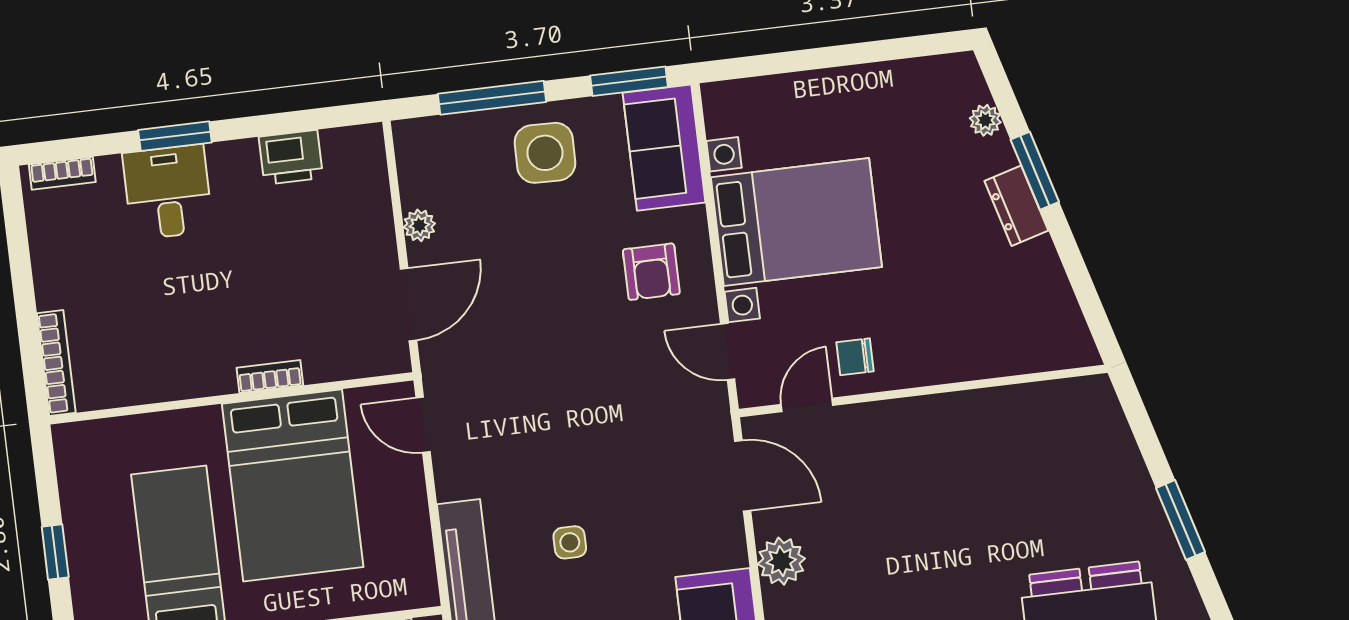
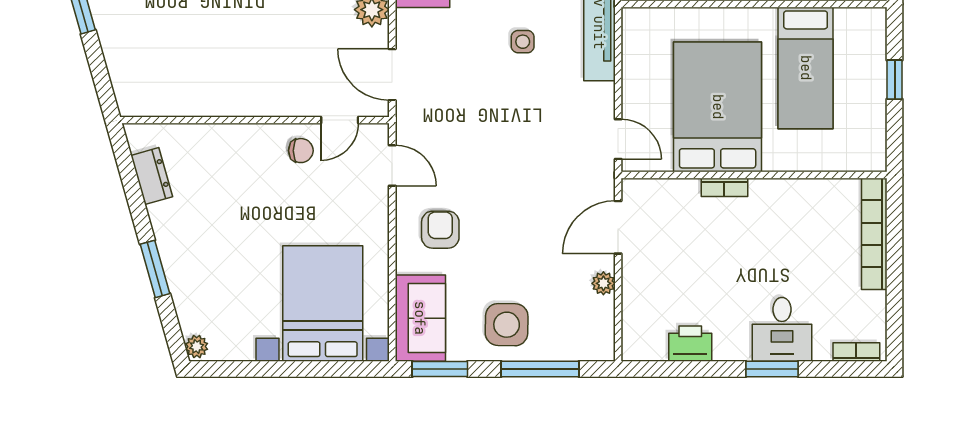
plant: (985, 120) -> (197, 346), moved
dresser: (1016, 206) -> (152, 176), moved
bed with nightstands: (796, 222) -> (323, 304), moved, turned 90
bookcase: (56, 363) -> (874, 234), width x1.48, depth x1.31

